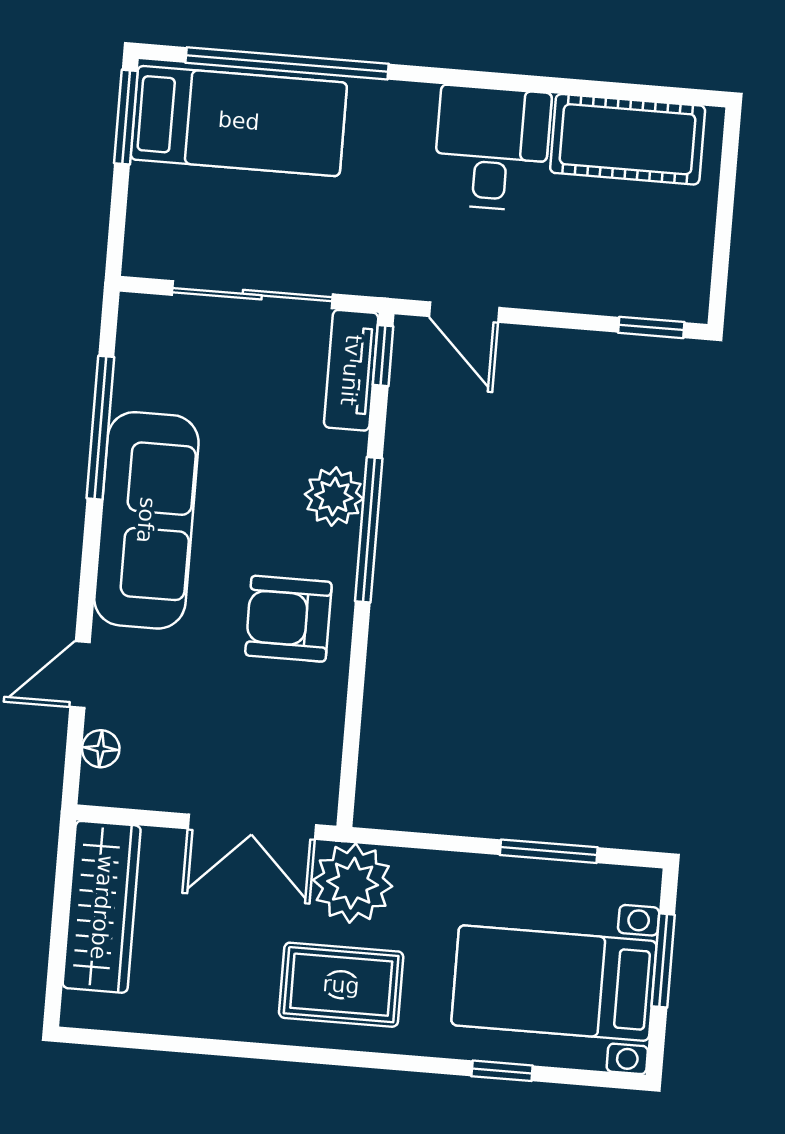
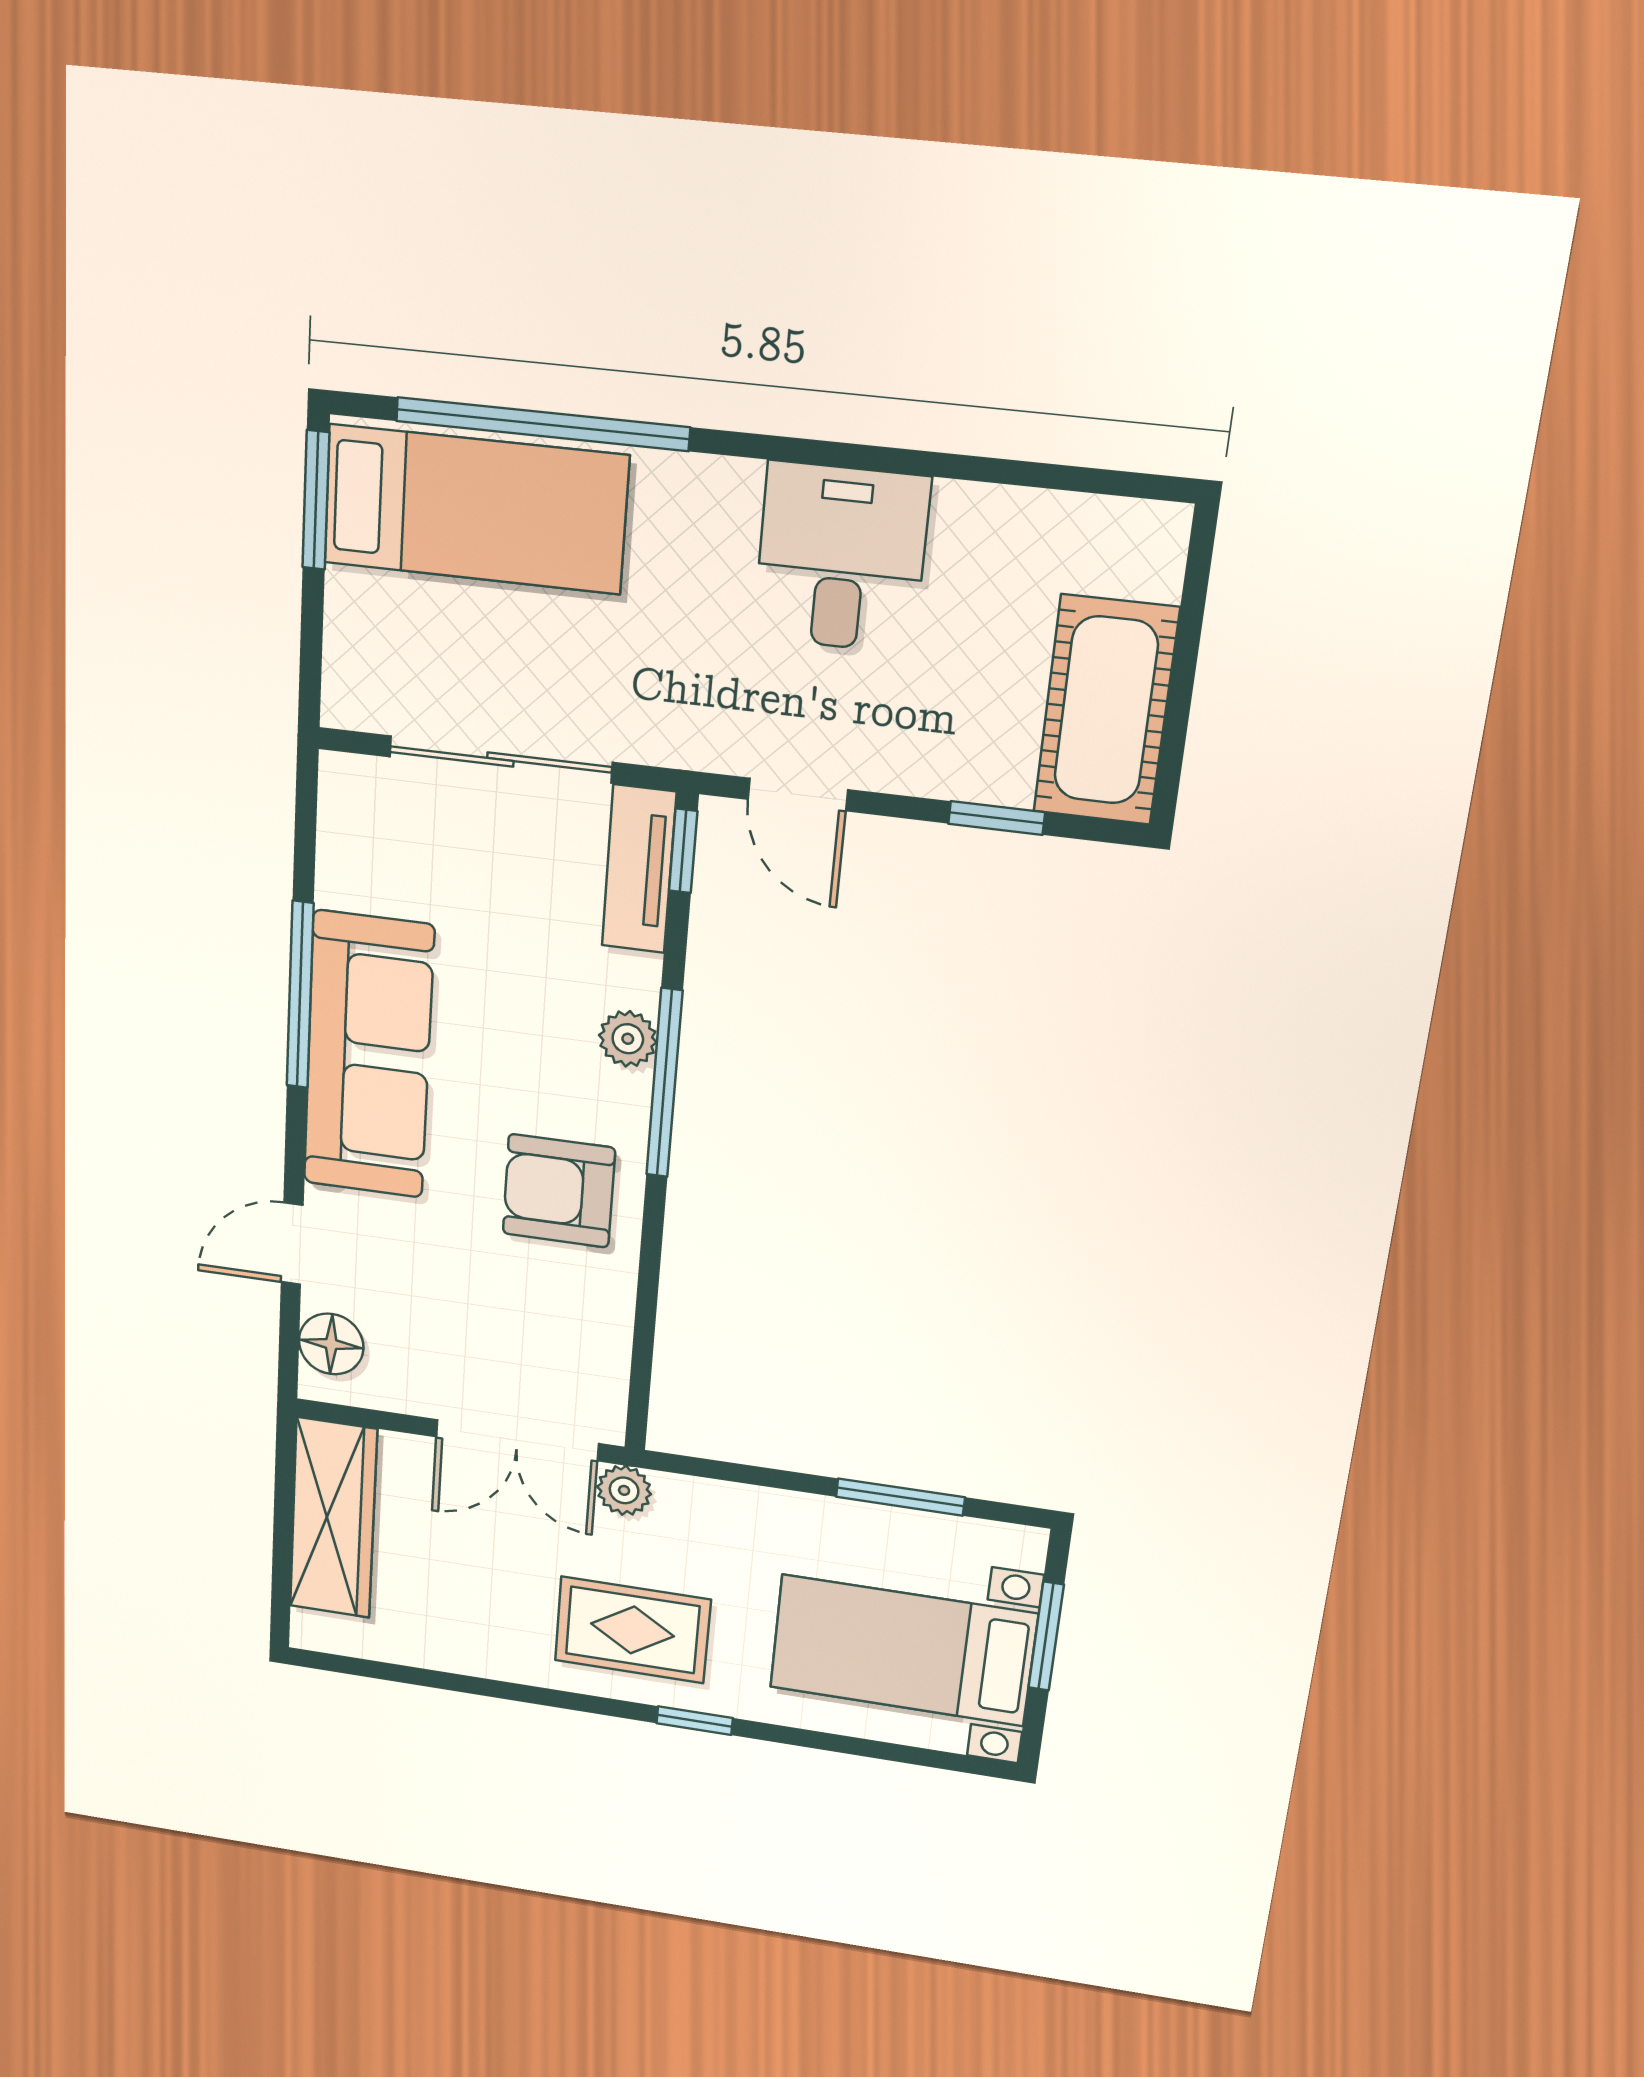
cot: (628, 139) -> (1106, 710), moved, turned 90
window: (651, 327) -> (997, 818), moved
window: (100, 428) -> (300, 995), moved
plant: (334, 496) -> (628, 1039), width x0.73, depth x0.73
floor lamp: (101, 749) -> (331, 1344), width x1.37, depth x1.37
plant: (353, 883) -> (624, 1490), width x0.53, depth x0.53
window: (502, 1071) -> (695, 1721), moved

